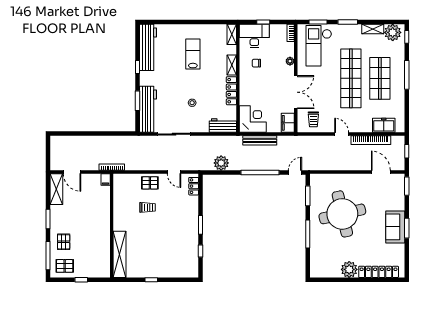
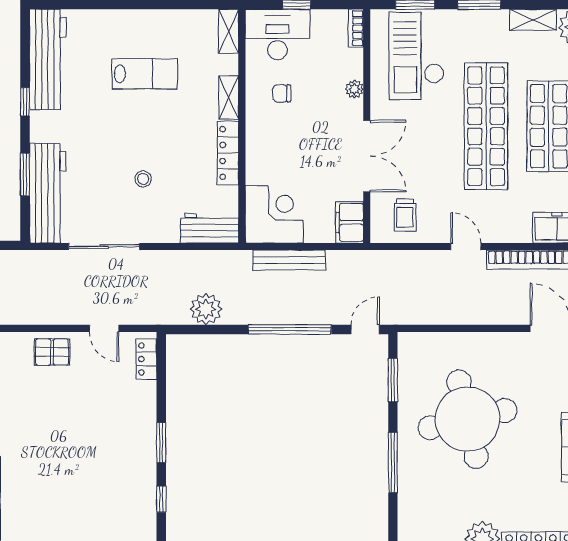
lab bench: (193, 54) -> (145, 74), turned 90
trolley: (148, 207) -> (47, 405), removed

